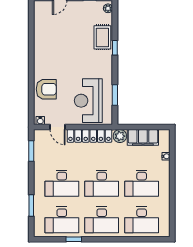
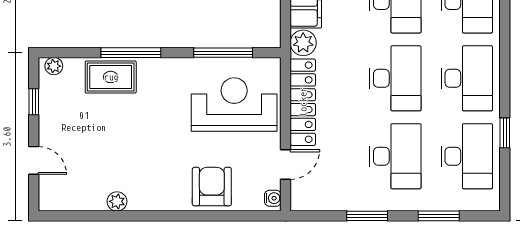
plant: (39, 41) -> (117, 201), added
window: (115, 48) -> (131, 53), width x2.17
window: (115, 95) -> (223, 53), width x1.44
reception desk: (88, 101) -> (234, 105), turned 180
window: (31, 151) -> (367, 216), moved

